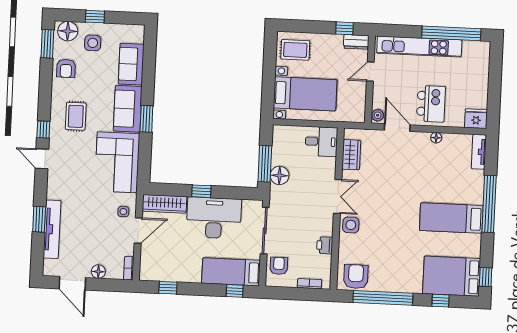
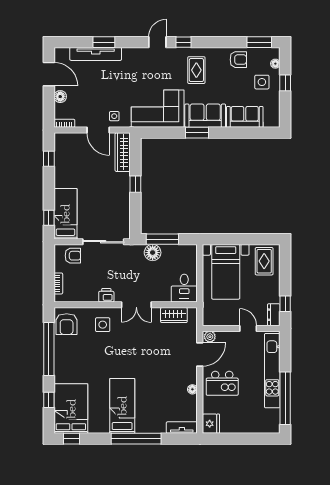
floor lamp: (68, 31) -> (275, 64), width x0.53, depth x0.53
armchair: (66, 68) -> (238, 60), turned 180
rug: (76, 116) -> (196, 70), turned 90
desk: (214, 218) -> (112, 196), removed
side table: (351, 225) -> (103, 325), moved
printer: (325, 245) -> (106, 295), moved
armchair: (356, 277) -> (67, 324), turned 90
door: (72, 283) -> (49, 74), swing flipped

